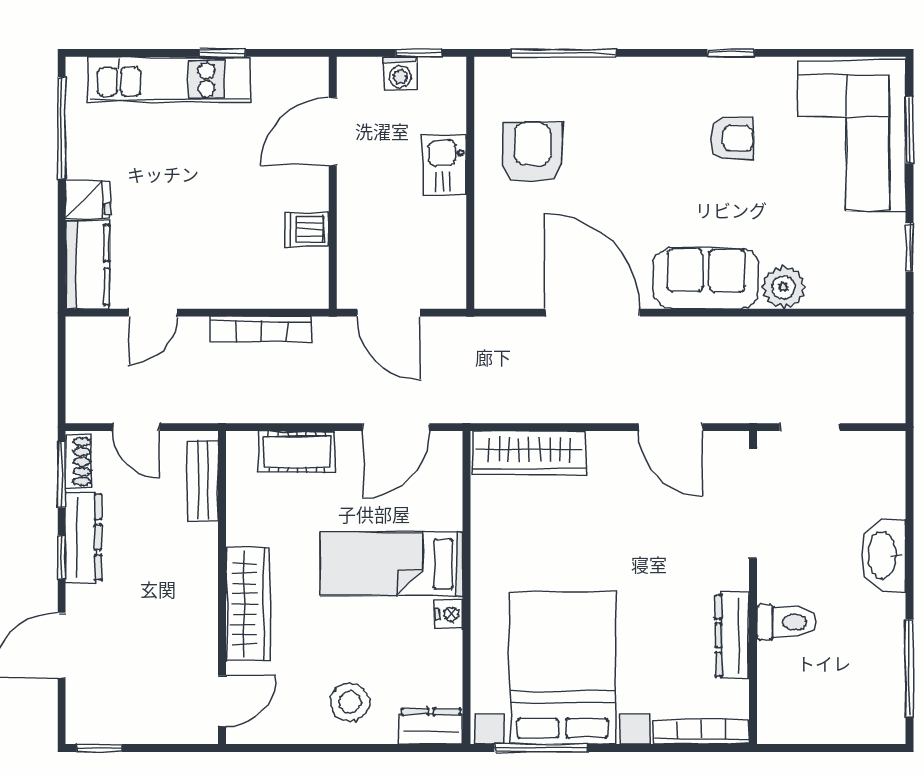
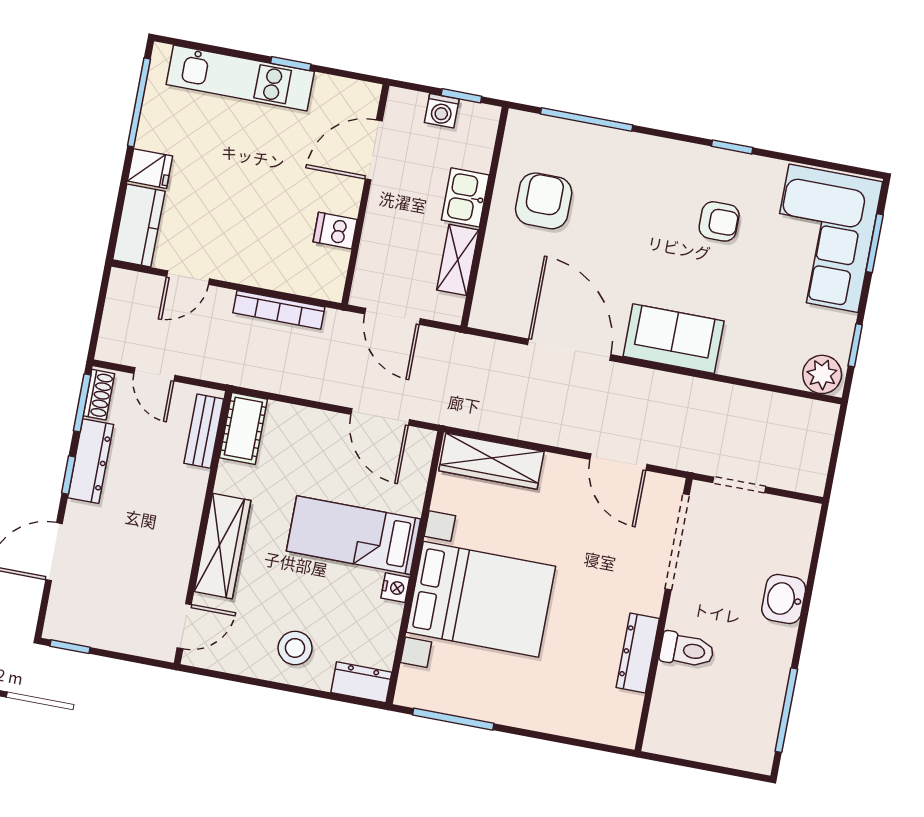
shelving: (449, 236) -> (458, 260), added
plant: (783, 287) -> (822, 374), moved
door: (396, 427) -> (380, 417), hinge flipped
cot: (297, 452) -> (243, 429), moved, turned 90
washbasin: (883, 555) -> (784, 599), width x0.72
bed with nightstands: (562, 668) -> (481, 599), moved, turned 90
bookcase: (701, 732) -> (595, 731), removed

